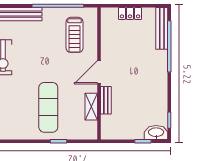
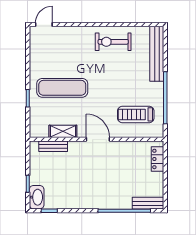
locker: (130, 14) -> (157, 159), moved
bench: (162, 28) -> (148, 203), width x0.73
bench: (106, 100) -> (53, 146), moved

